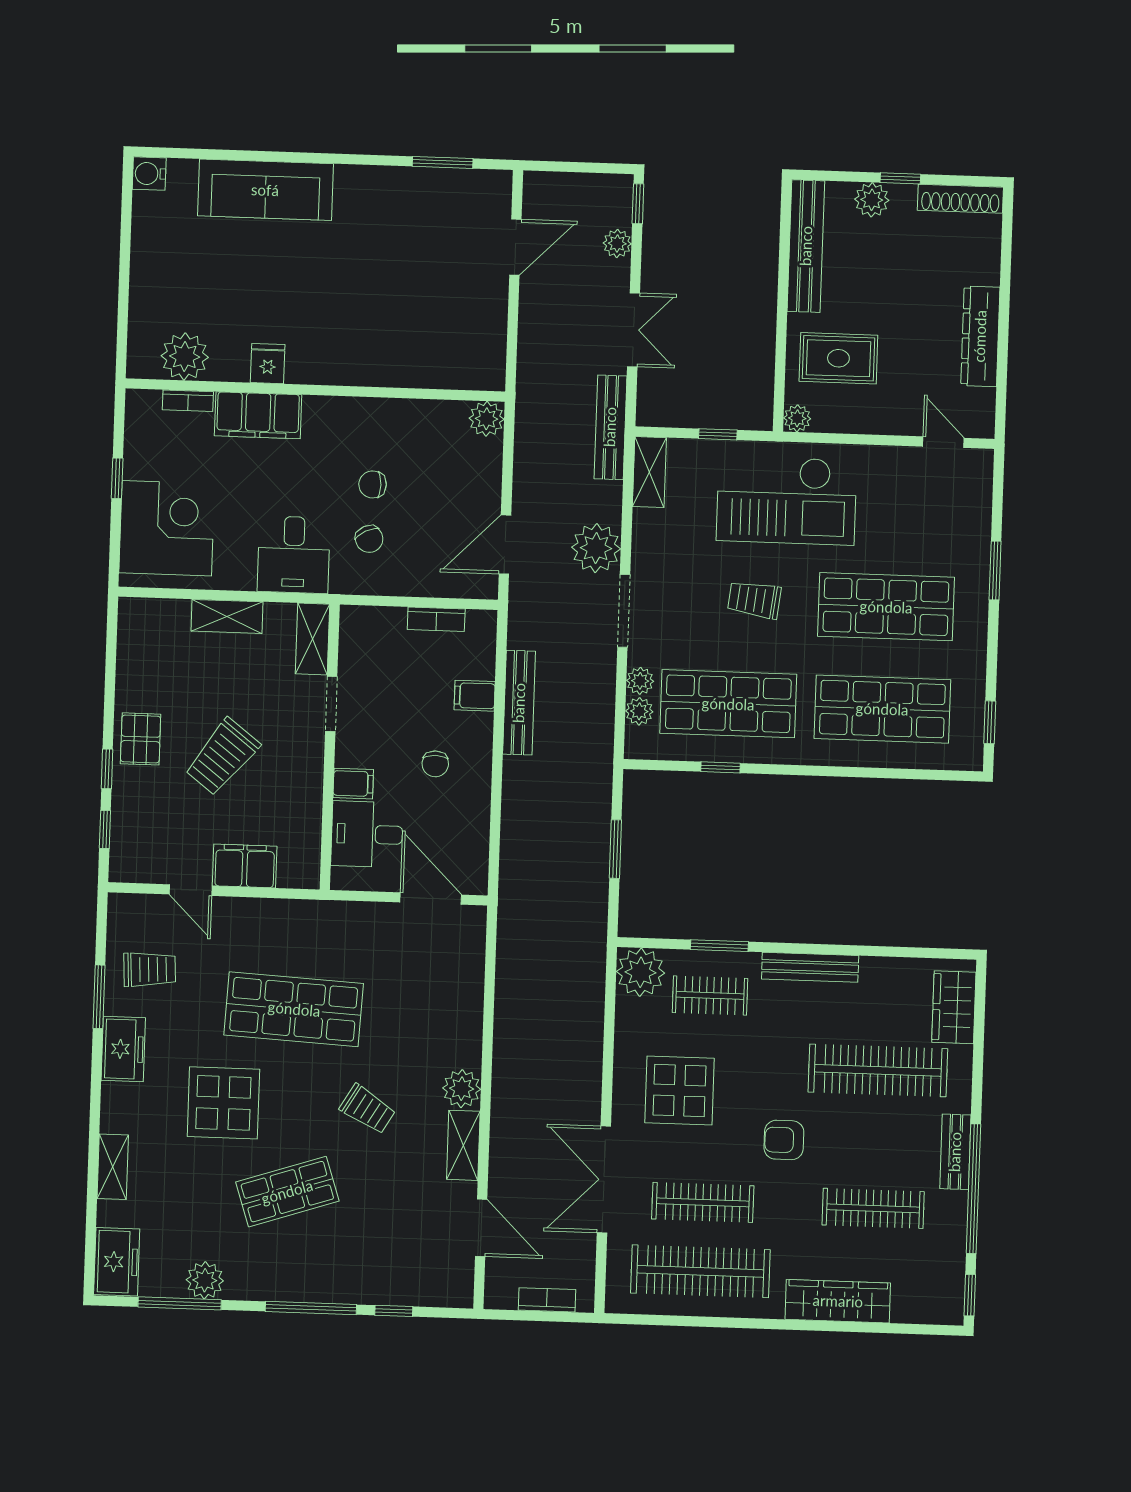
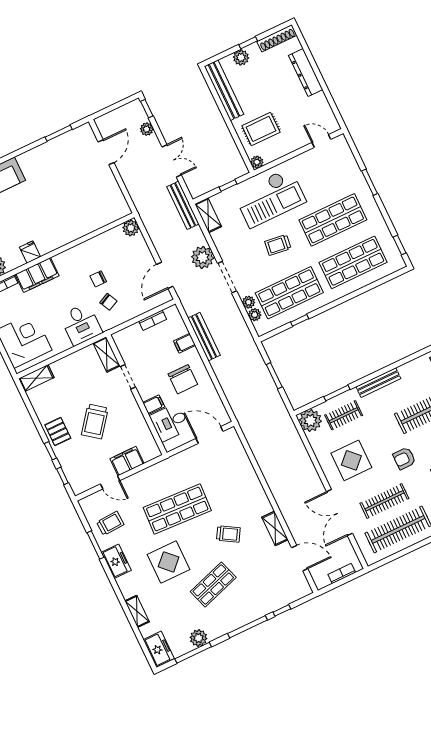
dresser: (980, 336) -> (306, 72), moved
shelving: (227, 616) -> (36, 378), moved
chair: (435, 764) -> (183, 379), width x1.87, depth x1.87
plant: (462, 1089) -> (262, 506), removed

